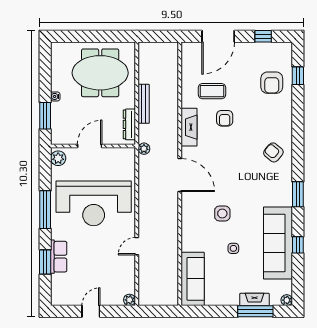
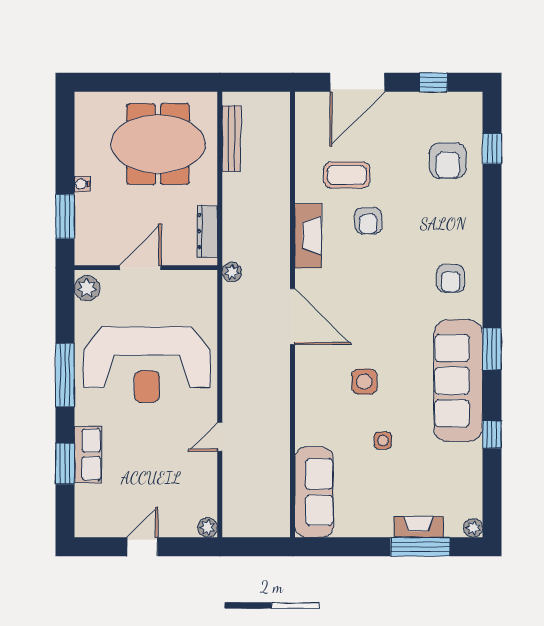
bench: (144, 104) -> (231, 139), moved
armchair: (273, 152) -> (451, 279), turned -130
sofa: (278, 243) -> (458, 381), moved

